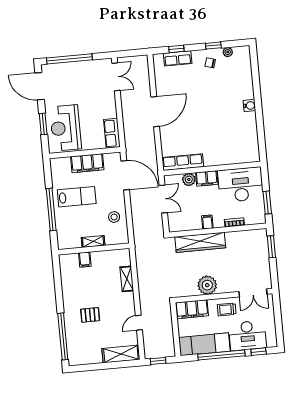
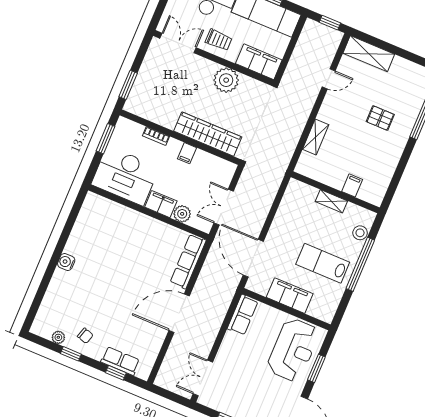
row of seats: (183, 162) -> (188, 261), moved, turned 90
stool: (114, 217) -> (360, 233), moved

